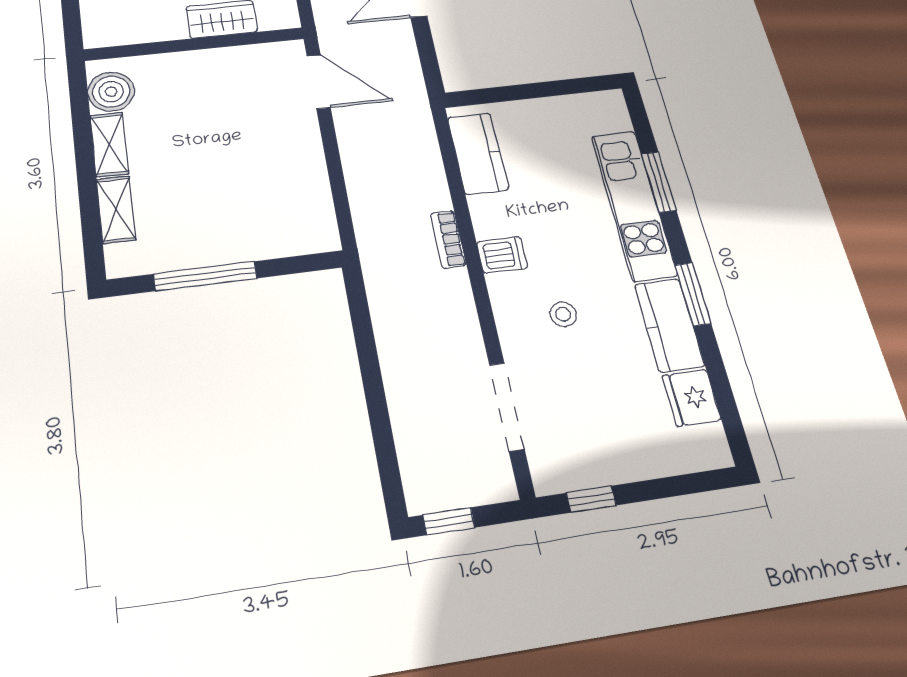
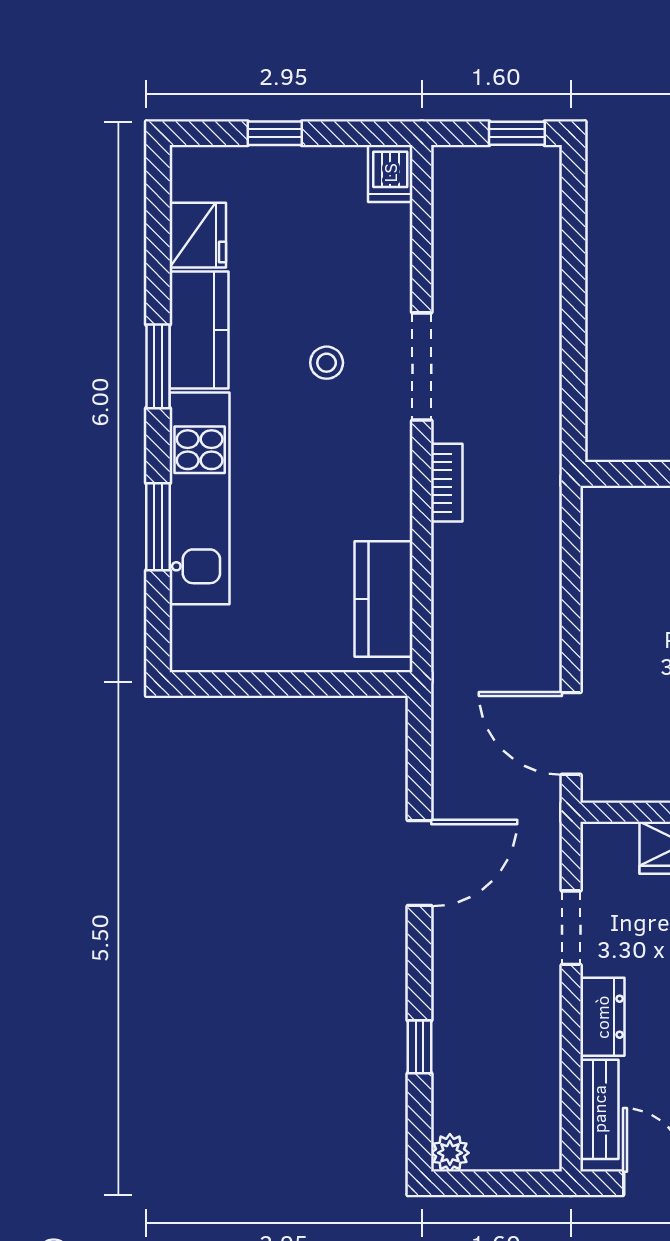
dishwasher: (502, 255) -> (390, 173), moved, turned -90
doorway: (507, 407) -> (422, 366), moved
window: (591, 499) -> (275, 133), moved

